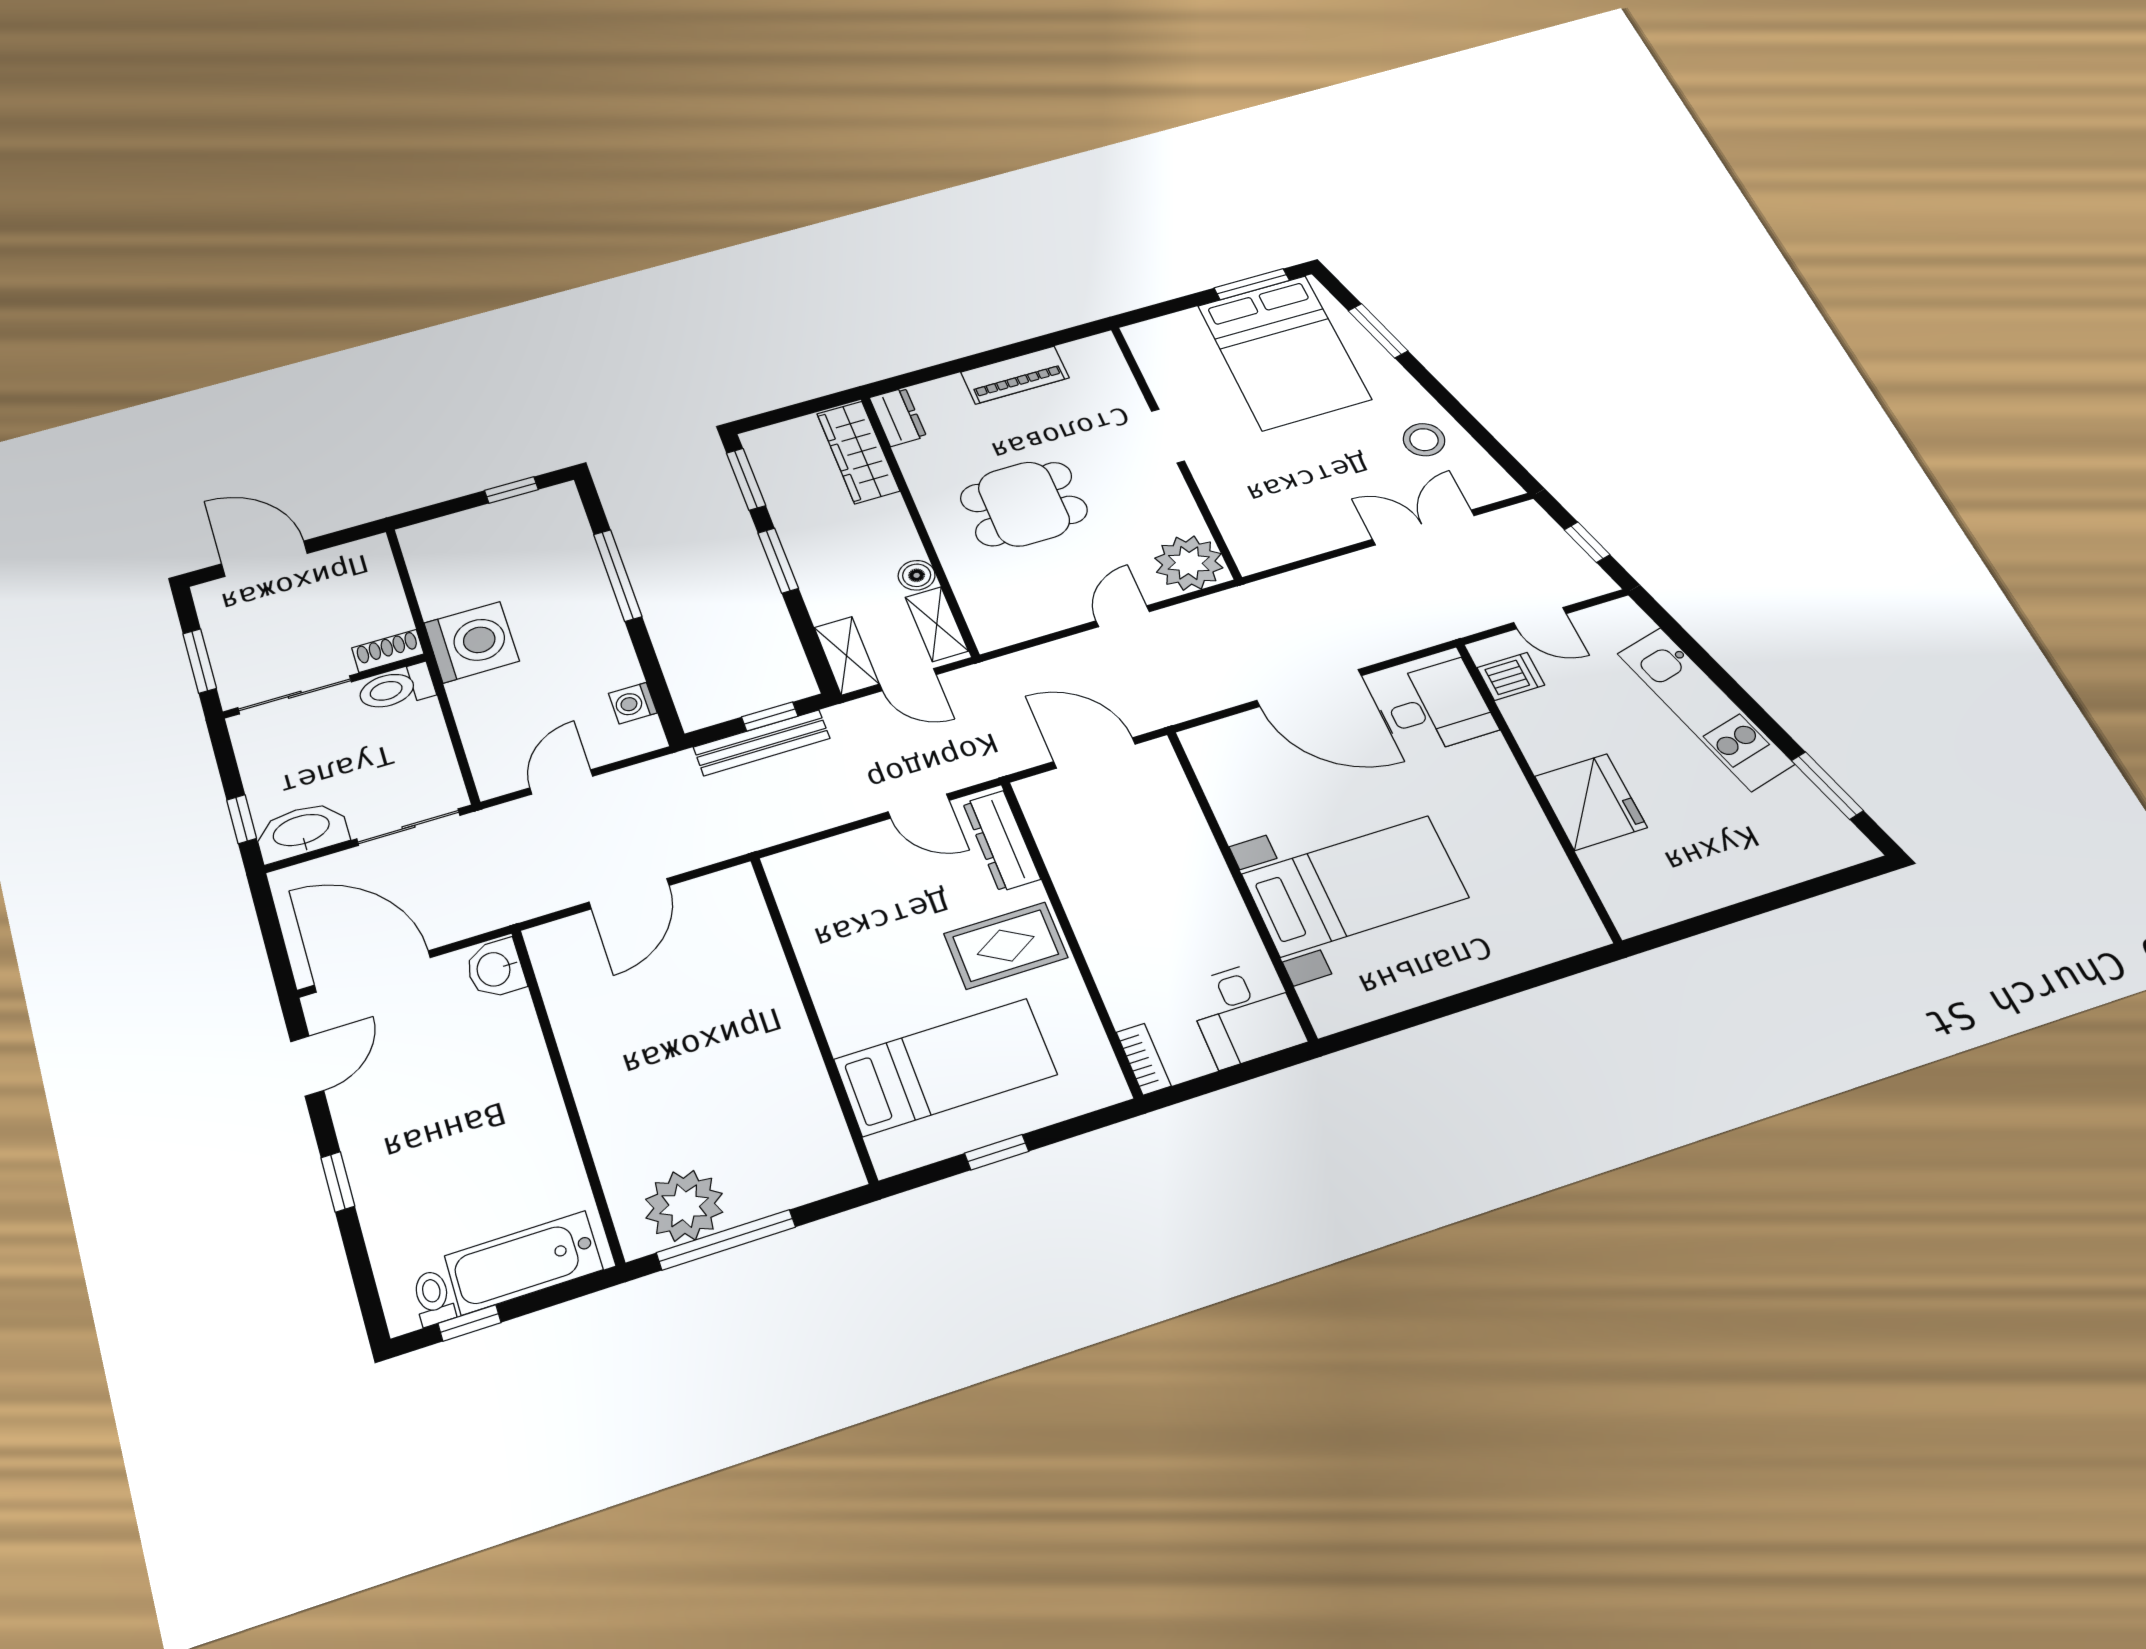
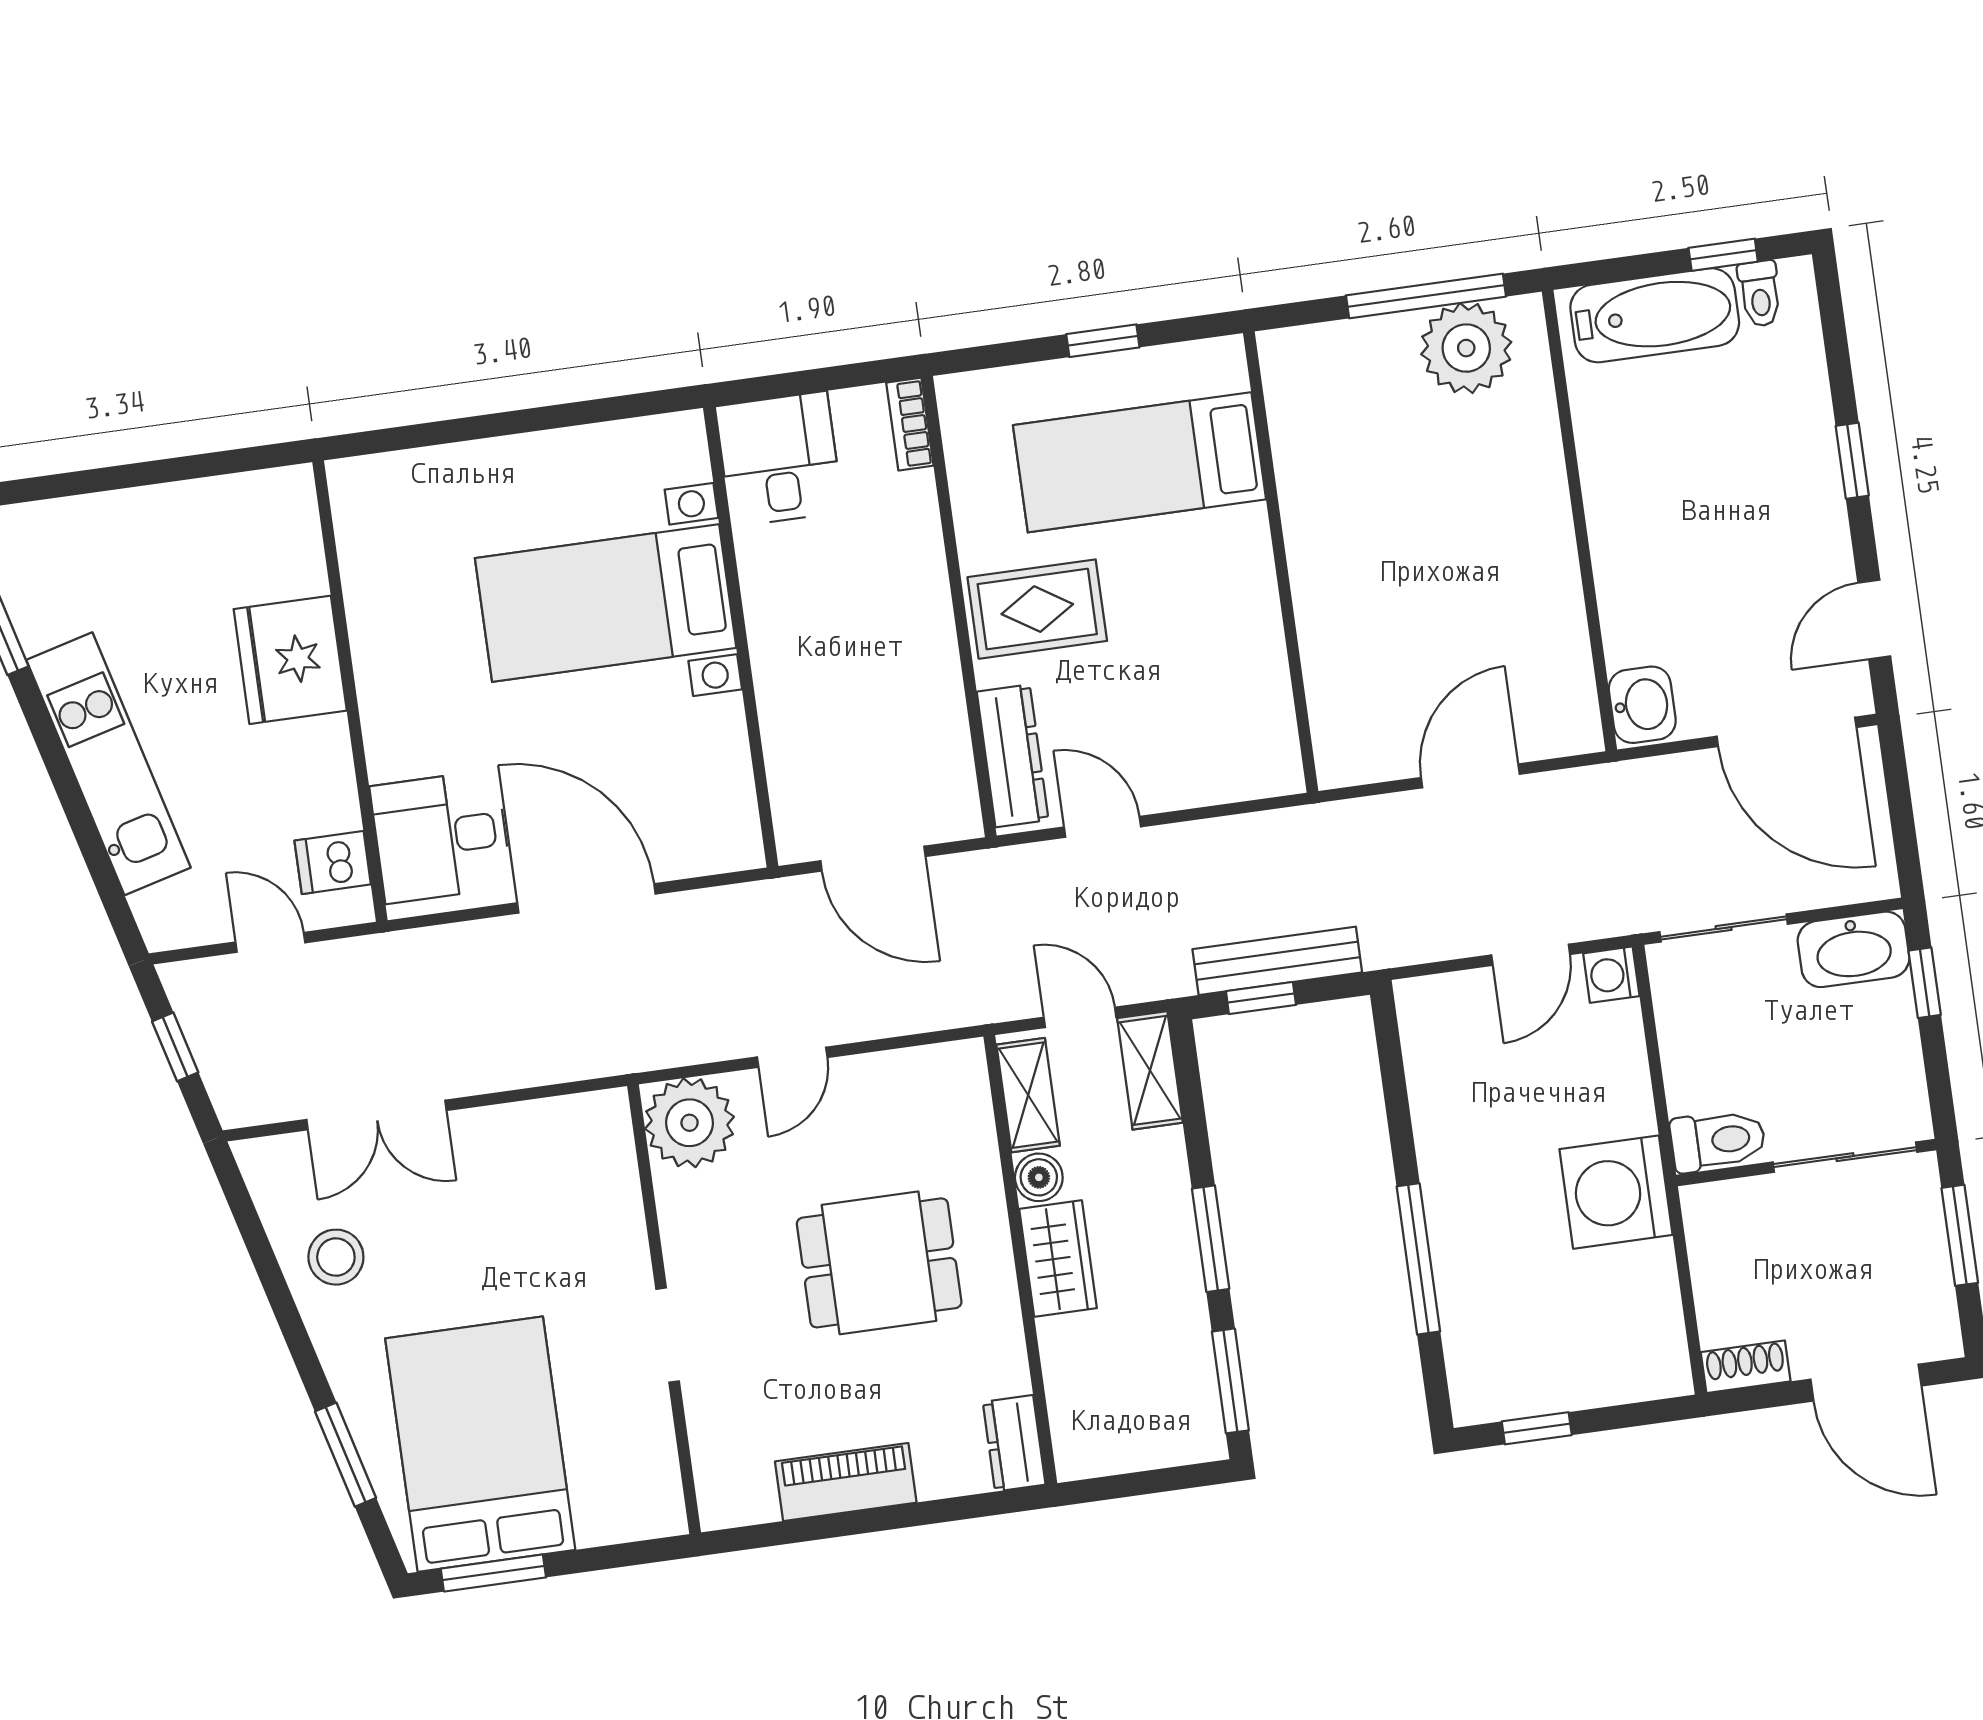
wardrobe: (858, 452) -> (1058, 1258), moved, width x0.67
shoe rack: (388, 651) -> (1746, 1367), moved, turned 180
washing machine: (633, 703) -> (1611, 975), moved, turned 180

